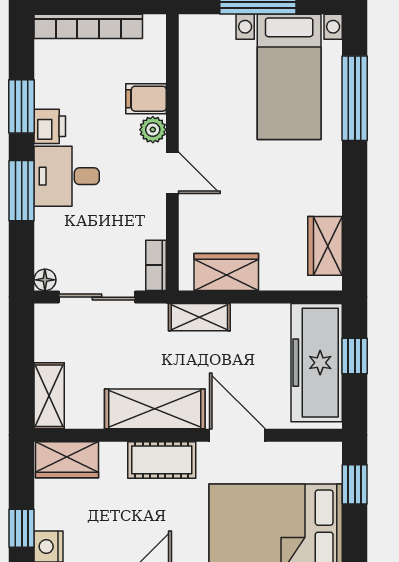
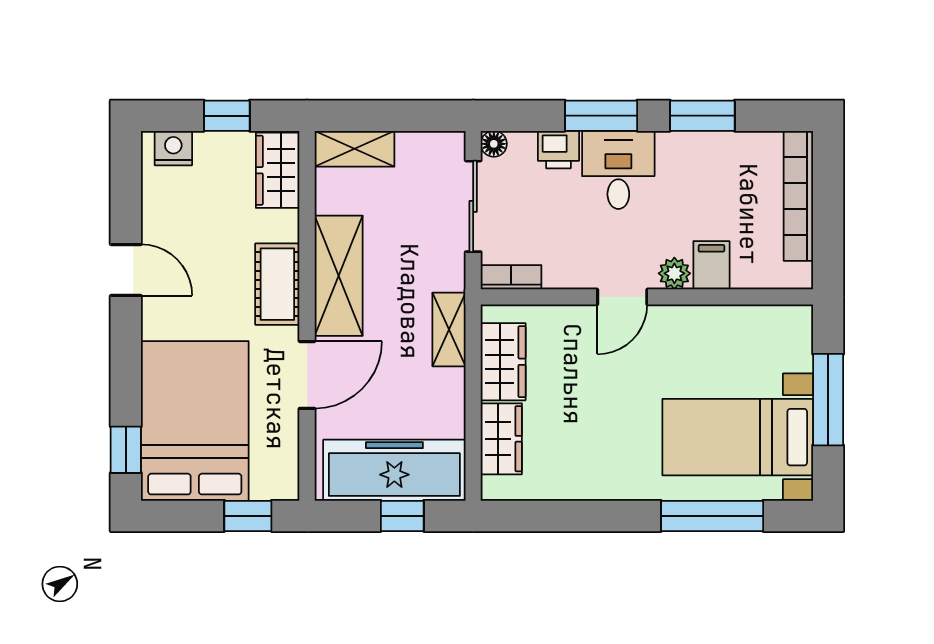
printer: (50, 126) -> (558, 150), moved
wardrobe: (325, 246) -> (501, 439), moved, turned 90
window: (22, 528) -> (227, 116), moved

